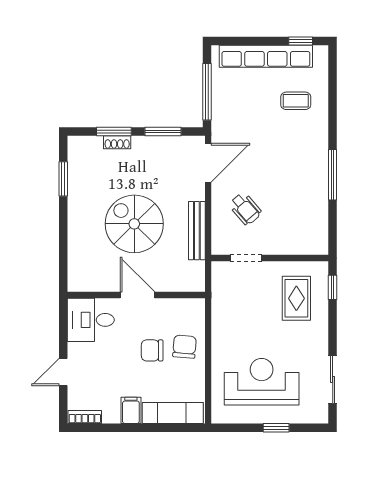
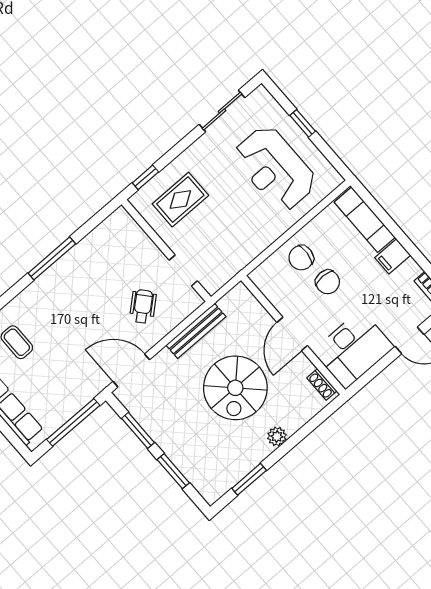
shoe rack: (117, 142) -> (322, 384), moved, turned 180
plant: (76, 223) -> (277, 437), added
desk: (91, 320) -> (353, 349), width x1.37

